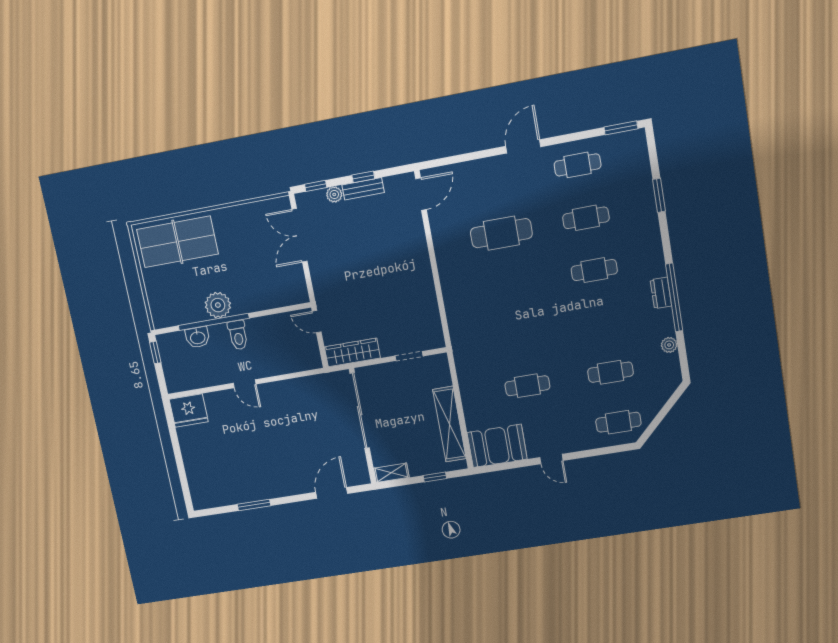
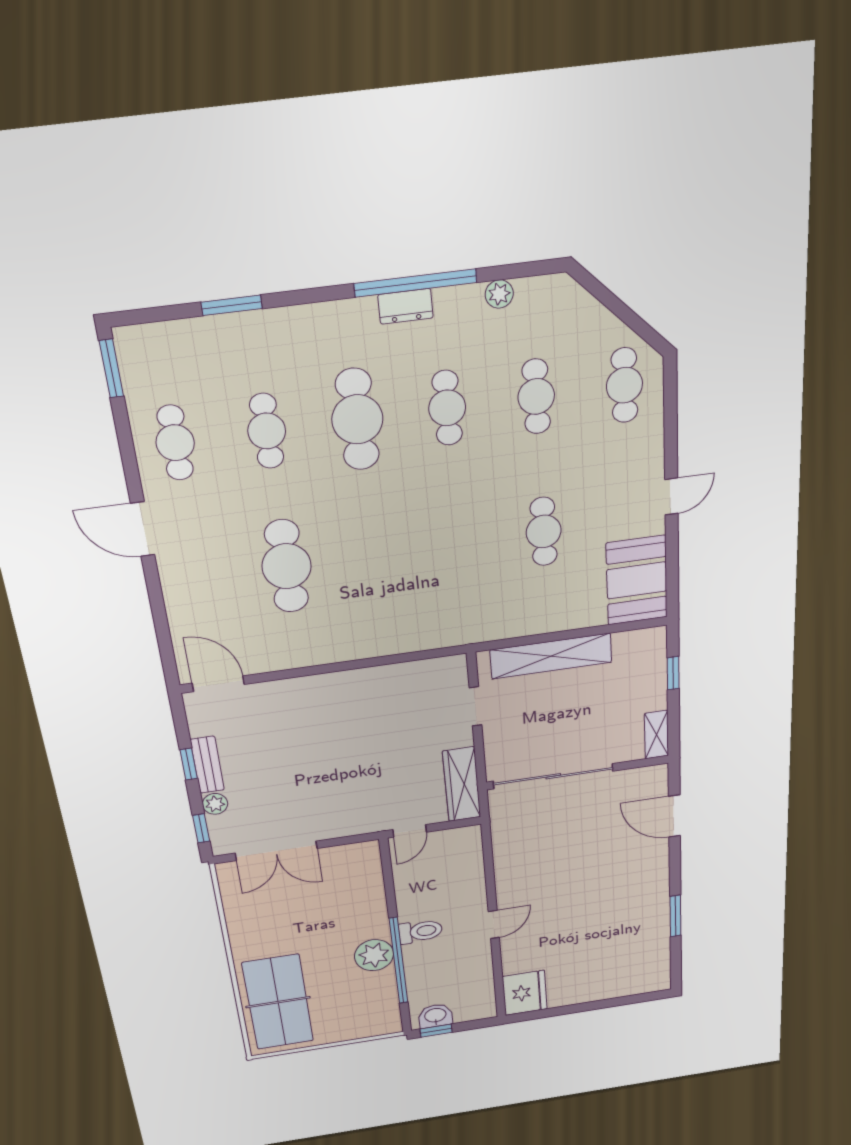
cafe table: (594, 270) -> (357, 419), width x1.37, depth x1.35
cafe table: (602, 321) -> (447, 408), added
washbasin: (198, 337) -> (435, 1016), moved, turned -90
shelving: (449, 424) -> (551, 656), moved

